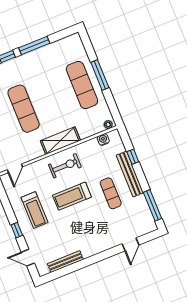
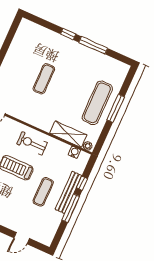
exercise mat: (24, 109) -> (44, 79), width x0.73, depth x0.69
shelving: (60, 141) -> (68, 134), moved
exercise bike: (65, 166) -> (32, 143), turned 180
window: (153, 205) -> (71, 208), moved

